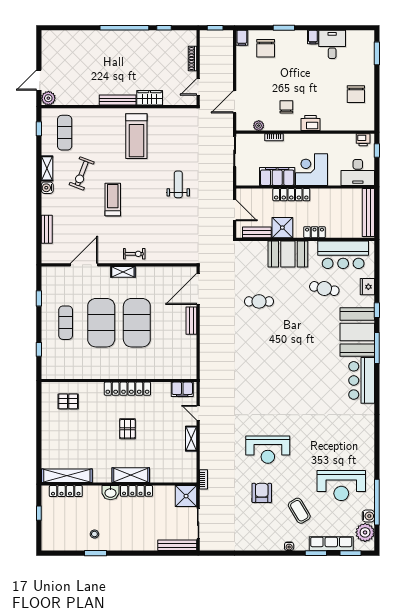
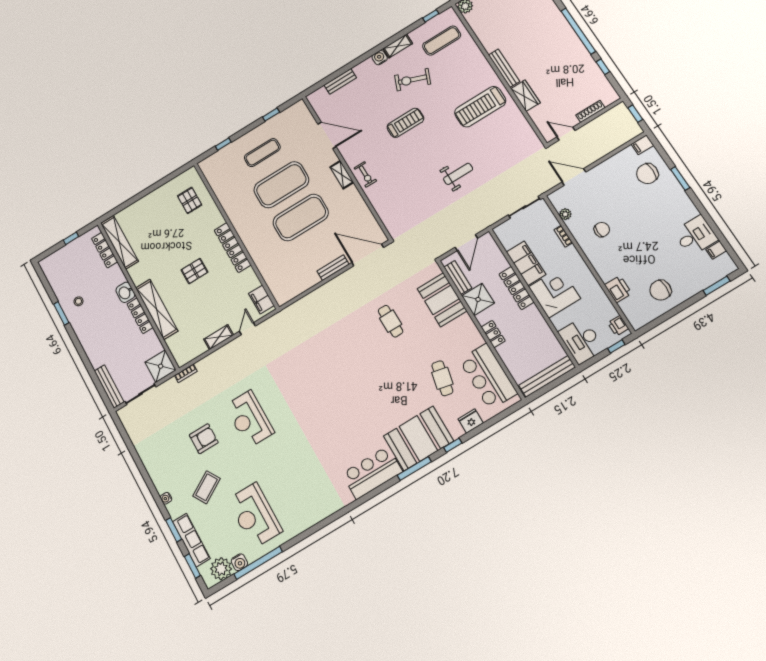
filing cabinet: (313, 37) -> (716, 250), moved
printer: (310, 123) -> (618, 289), moved
booth: (288, 254) -> (442, 300), moved
shelving: (131, 475) -> (157, 309), width x1.47

